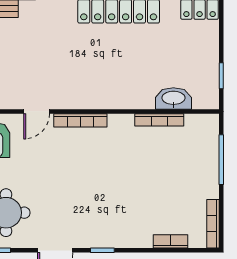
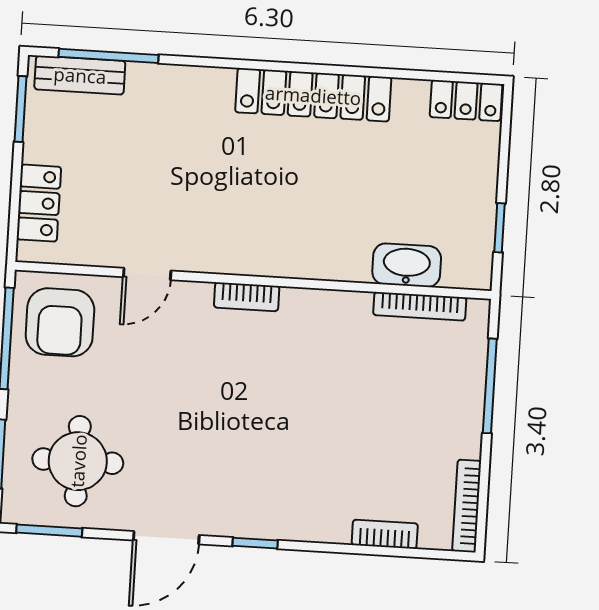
bookcase: (80, 120) -> (247, 297), width x0.64
bookcase: (159, 120) -> (420, 306), moved

